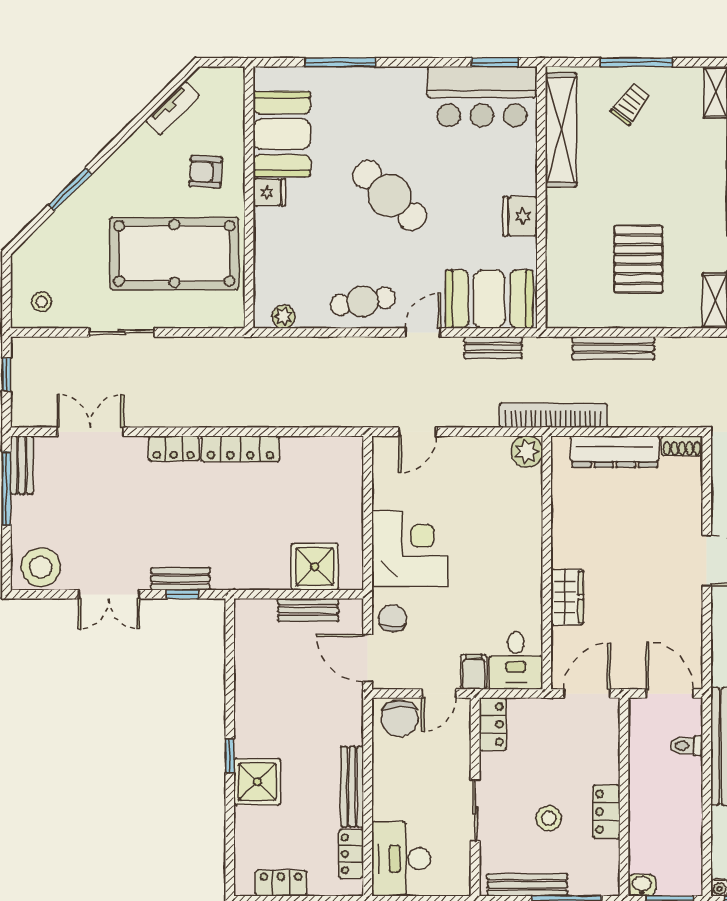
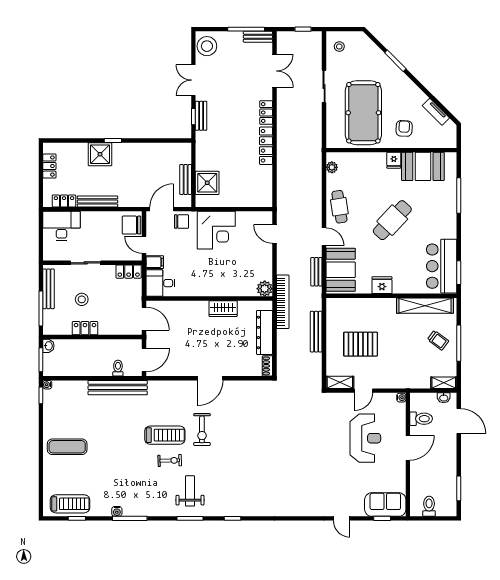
wardrobe: (567, 597) -> (223, 309), moved

